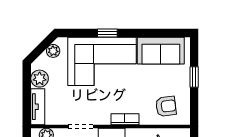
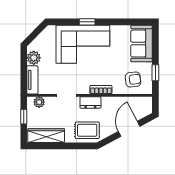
plant: (53, 51) -> (44, 36), removed
sofa: (161, 51) -> (141, 43), moved, turned 90
window: (194, 77) -> (155, 73), moved

